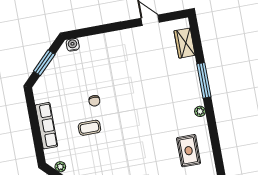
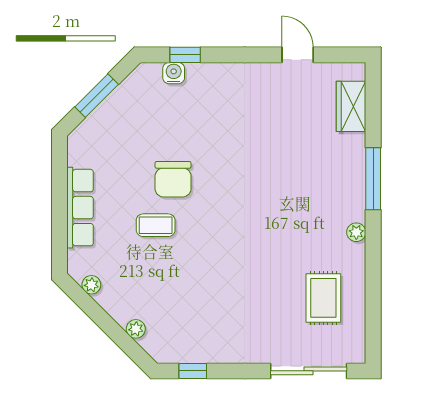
window: (88, 32) -> (185, 55), added
water cooler: (73, 45) -> (174, 73), moved
chair: (94, 101) -> (173, 179), width x1.87, depth x1.87

